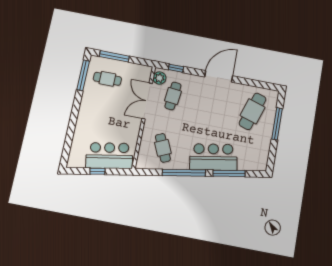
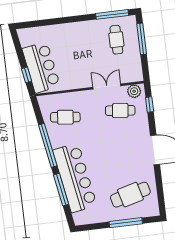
double door: (147, 101) -> (107, 86), width x0.73
cafe table: (253, 111) -> (130, 195), turned -33
cafe table: (163, 148) -> (65, 117), turned 30
bar counter: (213, 157) -> (75, 178), width x1.36
window: (97, 171) -> (26, 75), moved

